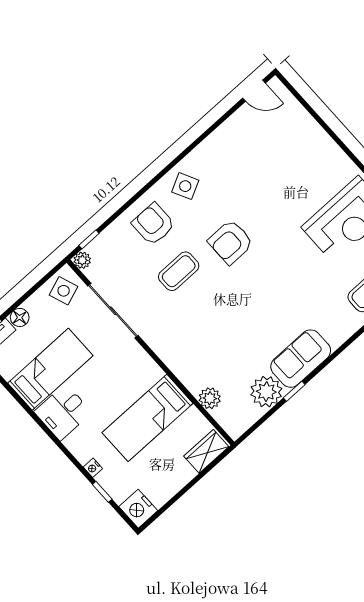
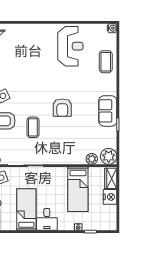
armchair: (231, 242) -> (62, 108), moved
plant: (266, 392) -> (109, 156), moved
nightstand: (138, 509) -> (110, 197), moved, turned -90

